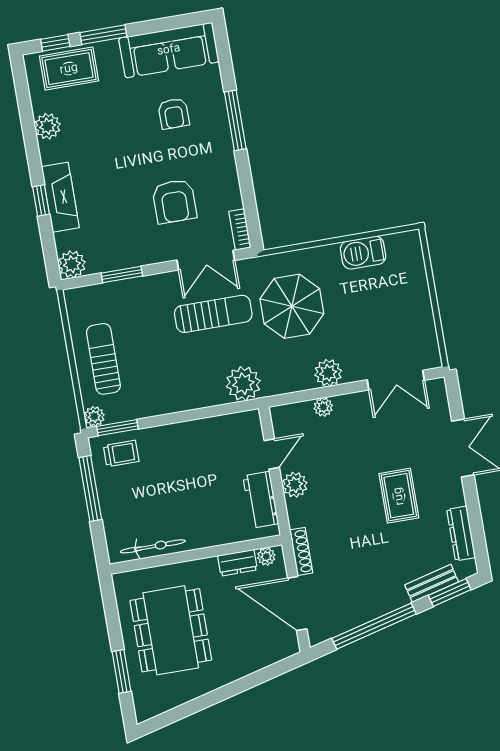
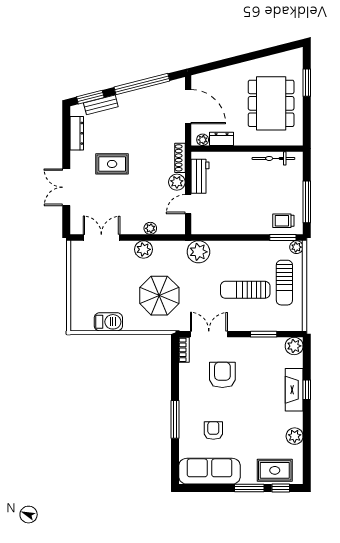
sun lounger: (213, 314) -> (245, 290), moved
rug: (399, 496) -> (112, 164), turned 90
shoe rack: (301, 551) -> (180, 158), moved

